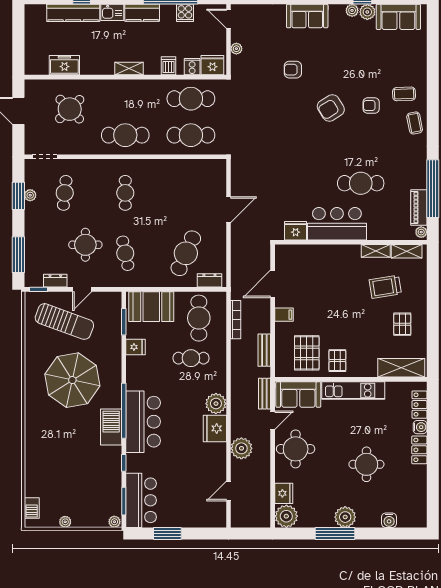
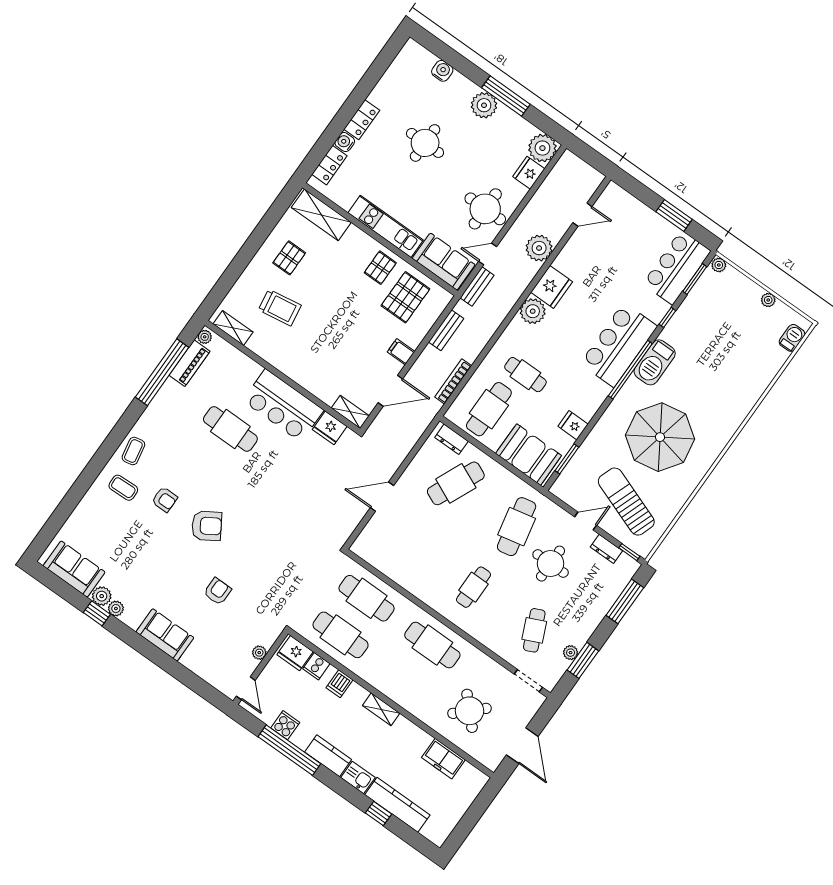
armchair: (293, 70) -> (218, 591), turned -90
cafe table: (65, 193) -> (534, 630), turned -30
shelving: (376, 251) -> (350, 412), moved
cafe table: (125, 253) -> (517, 527), width x1.37, depth x1.35

